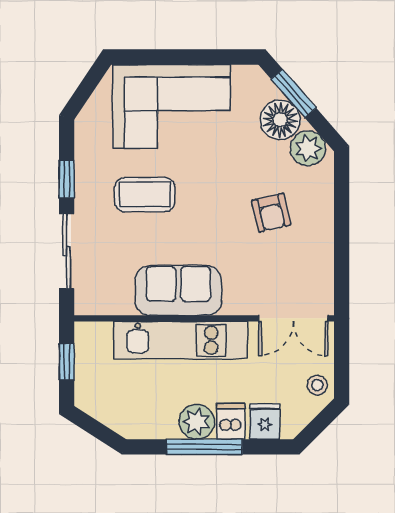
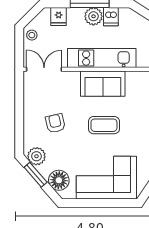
window: (294, 93) -> (36, 175), moved
floor lamp: (280, 120) -> (59, 180), moved
coffee table: (145, 195) -> (104, 125), moved
dishwasher: (231, 421) -> (111, 17), moved

